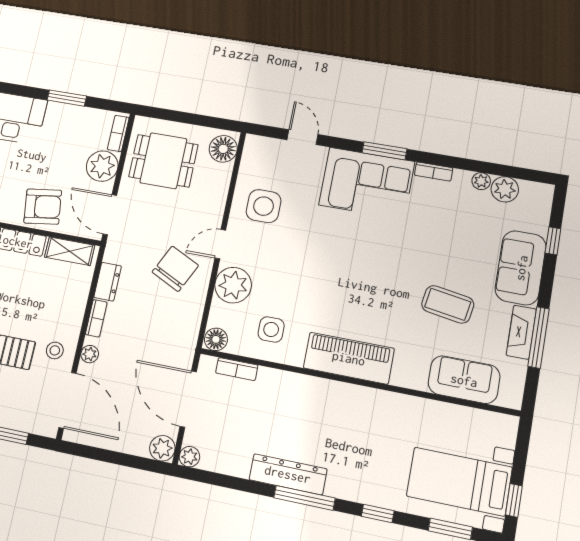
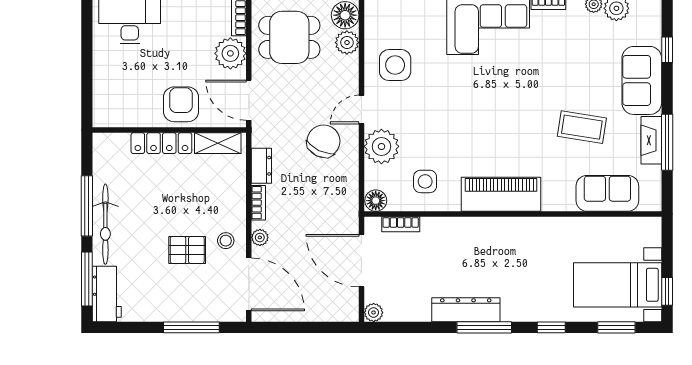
armchair: (43, 207) -> (181, 104), turned -82
plant: (162, 448) -> (347, 43), moved

